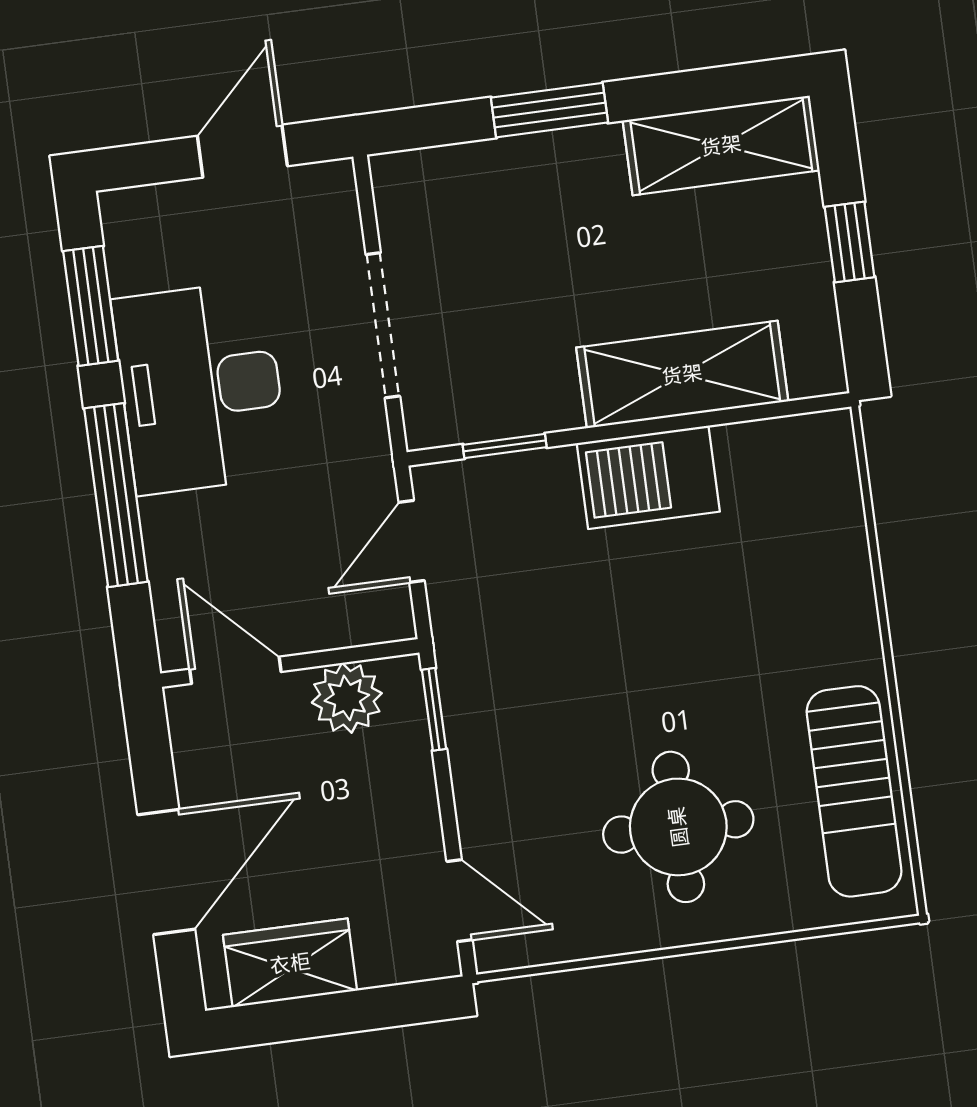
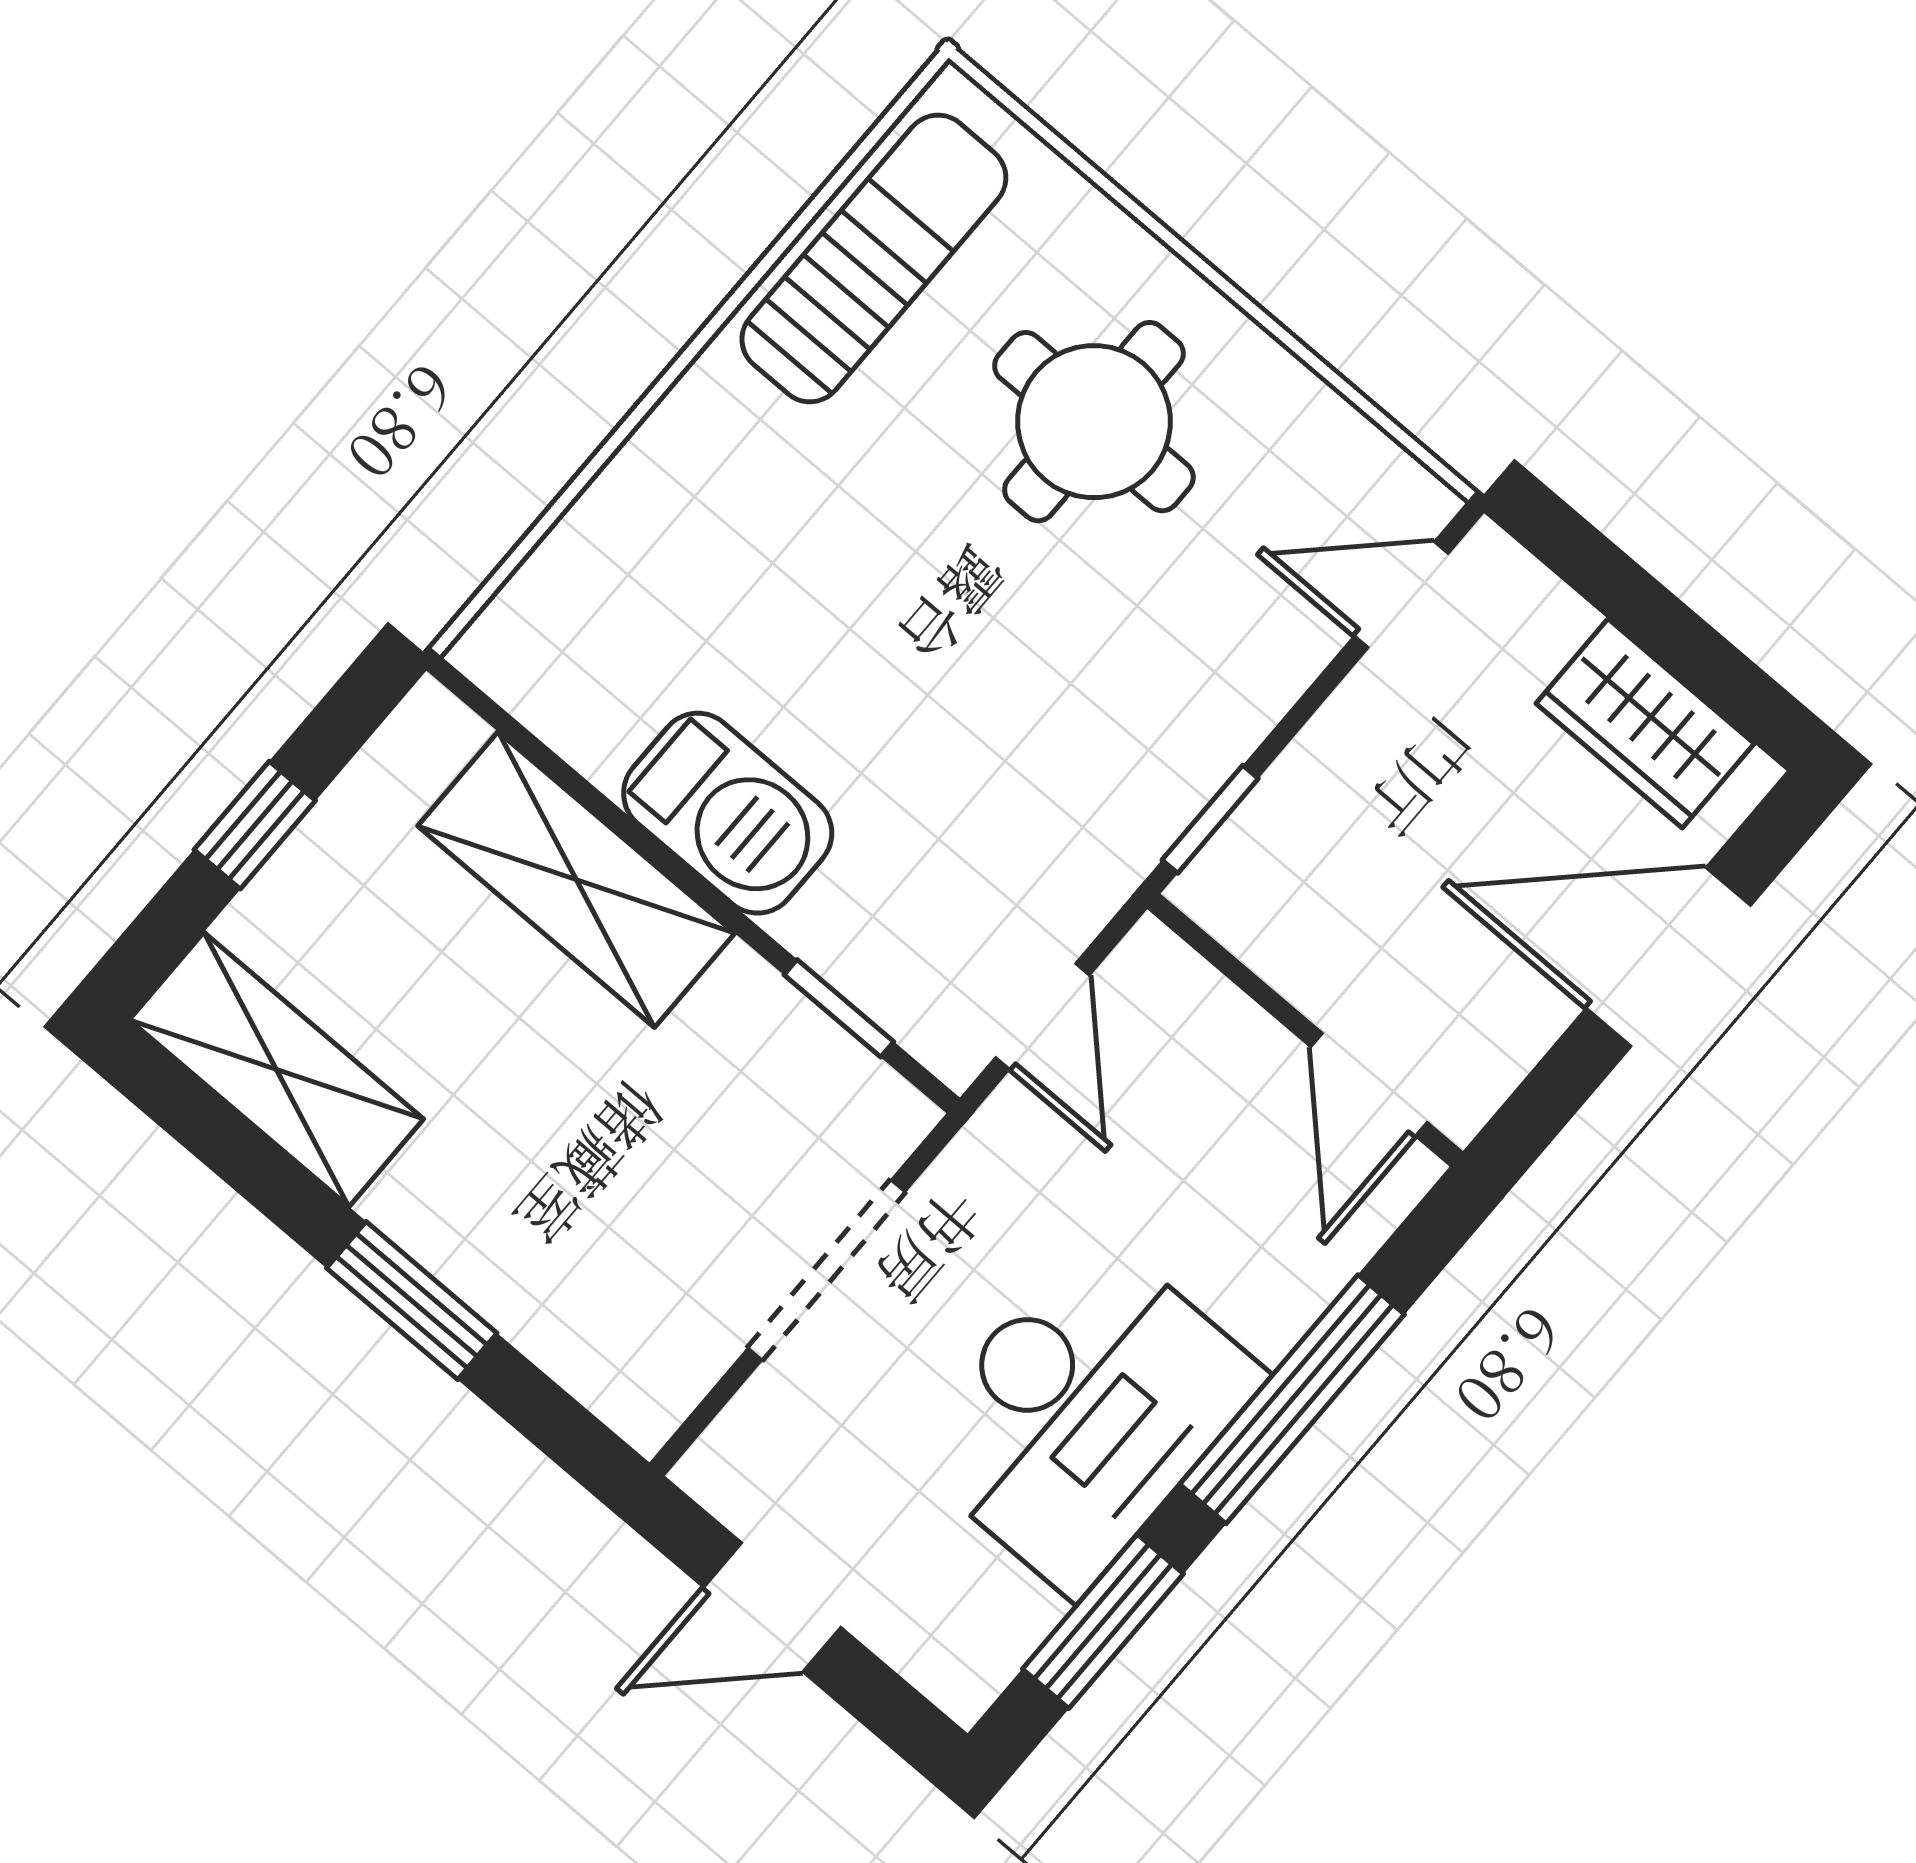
door: (412, 541) -> (1042, 1016), hinge flipped
plant: (347, 698) -> (1286, 930), removed
door: (460, 901) -> (1401, 595), hinge flipped

